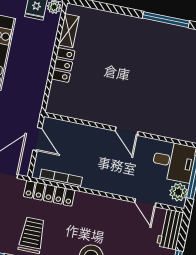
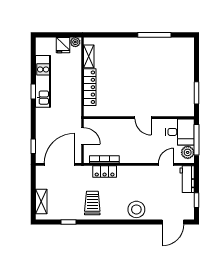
locker: (63, 65) -> (90, 87), width x1.53
locker: (49, 193) -> (105, 172), width x0.66
door: (145, 203) -> (166, 164), swing flipped

